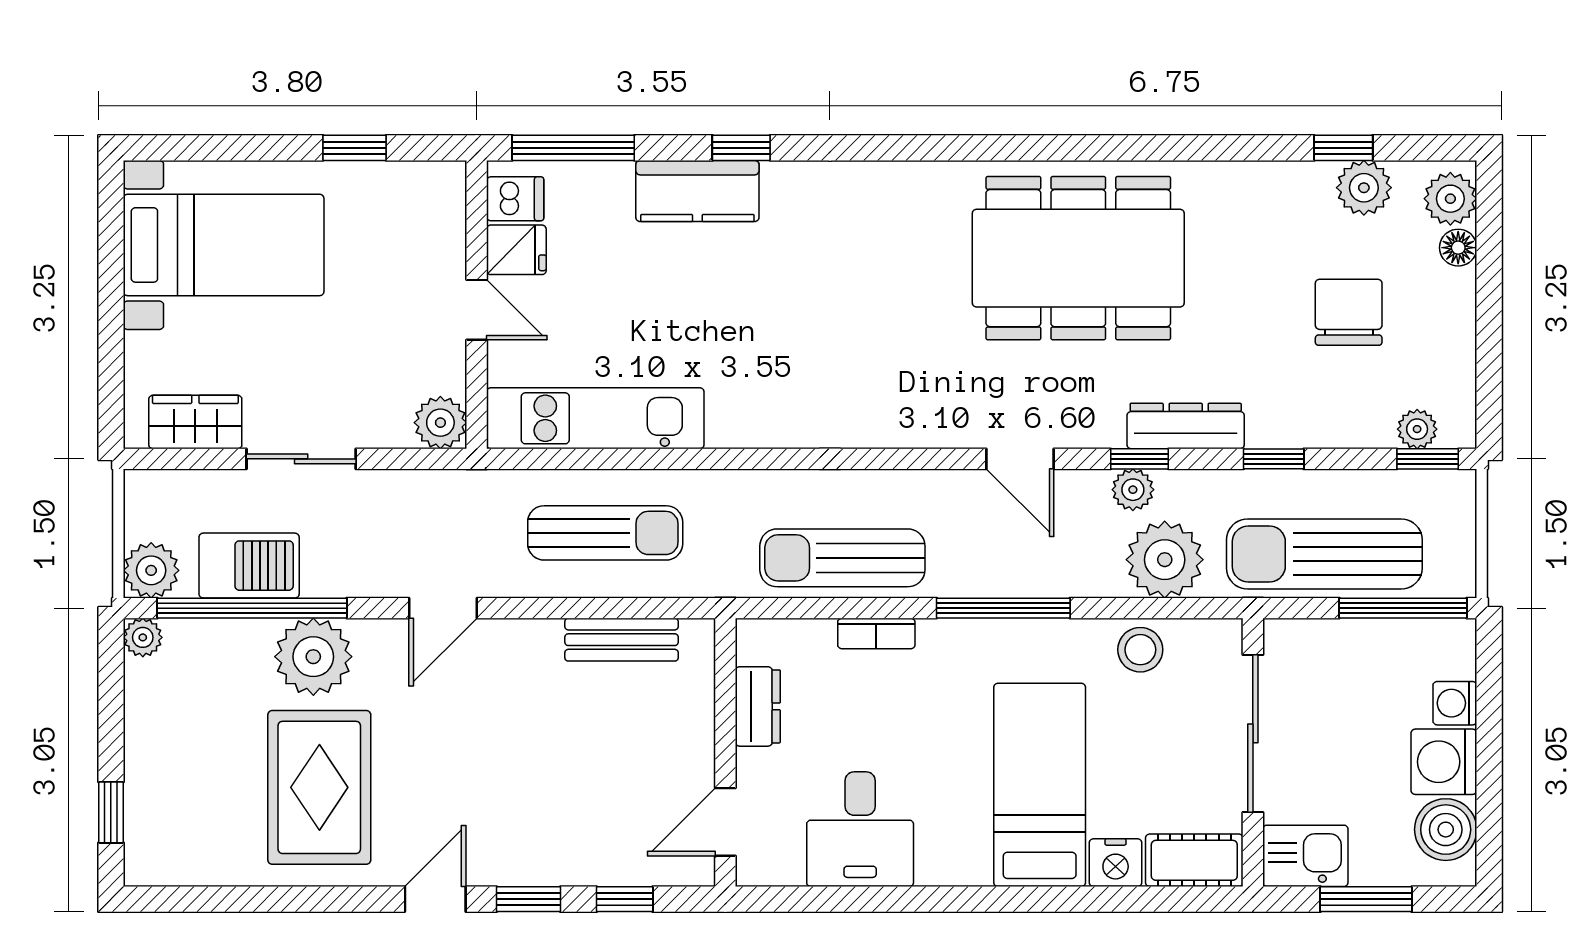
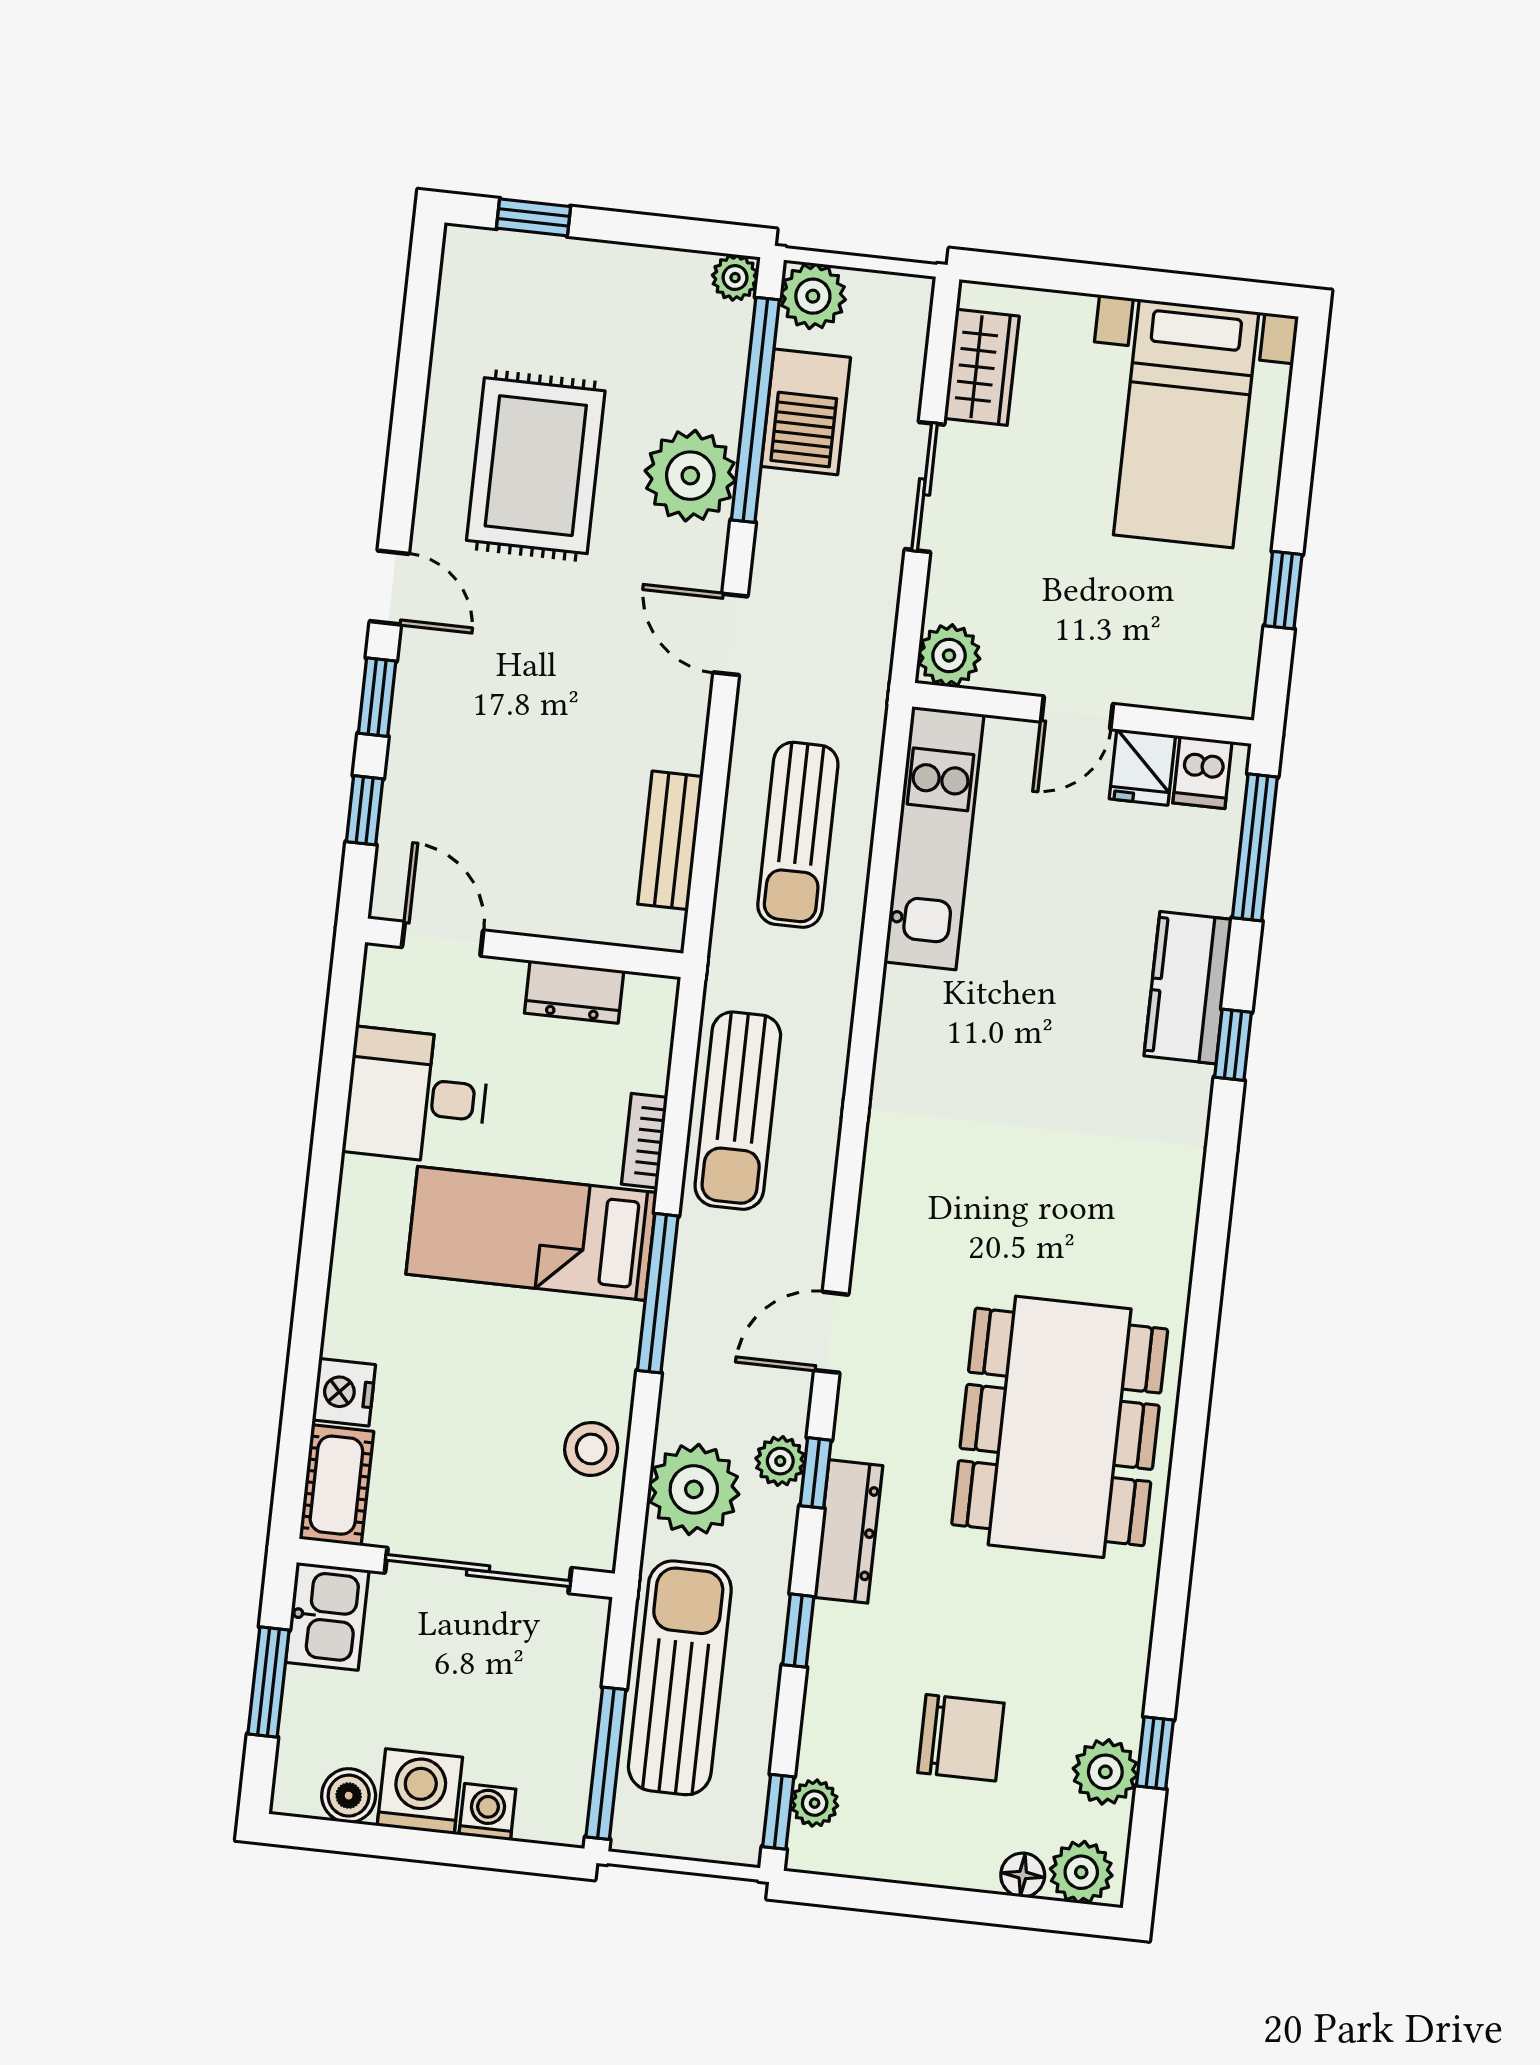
sun lounger: (842, 558) -> (738, 1111), turned 180
bed: (1040, 785) -> (531, 1233), moved, turned 180
rug: (319, 787) -> (536, 466), turned 90
boiler: (1446, 830) -> (349, 1796), width x0.73, depth x0.73

